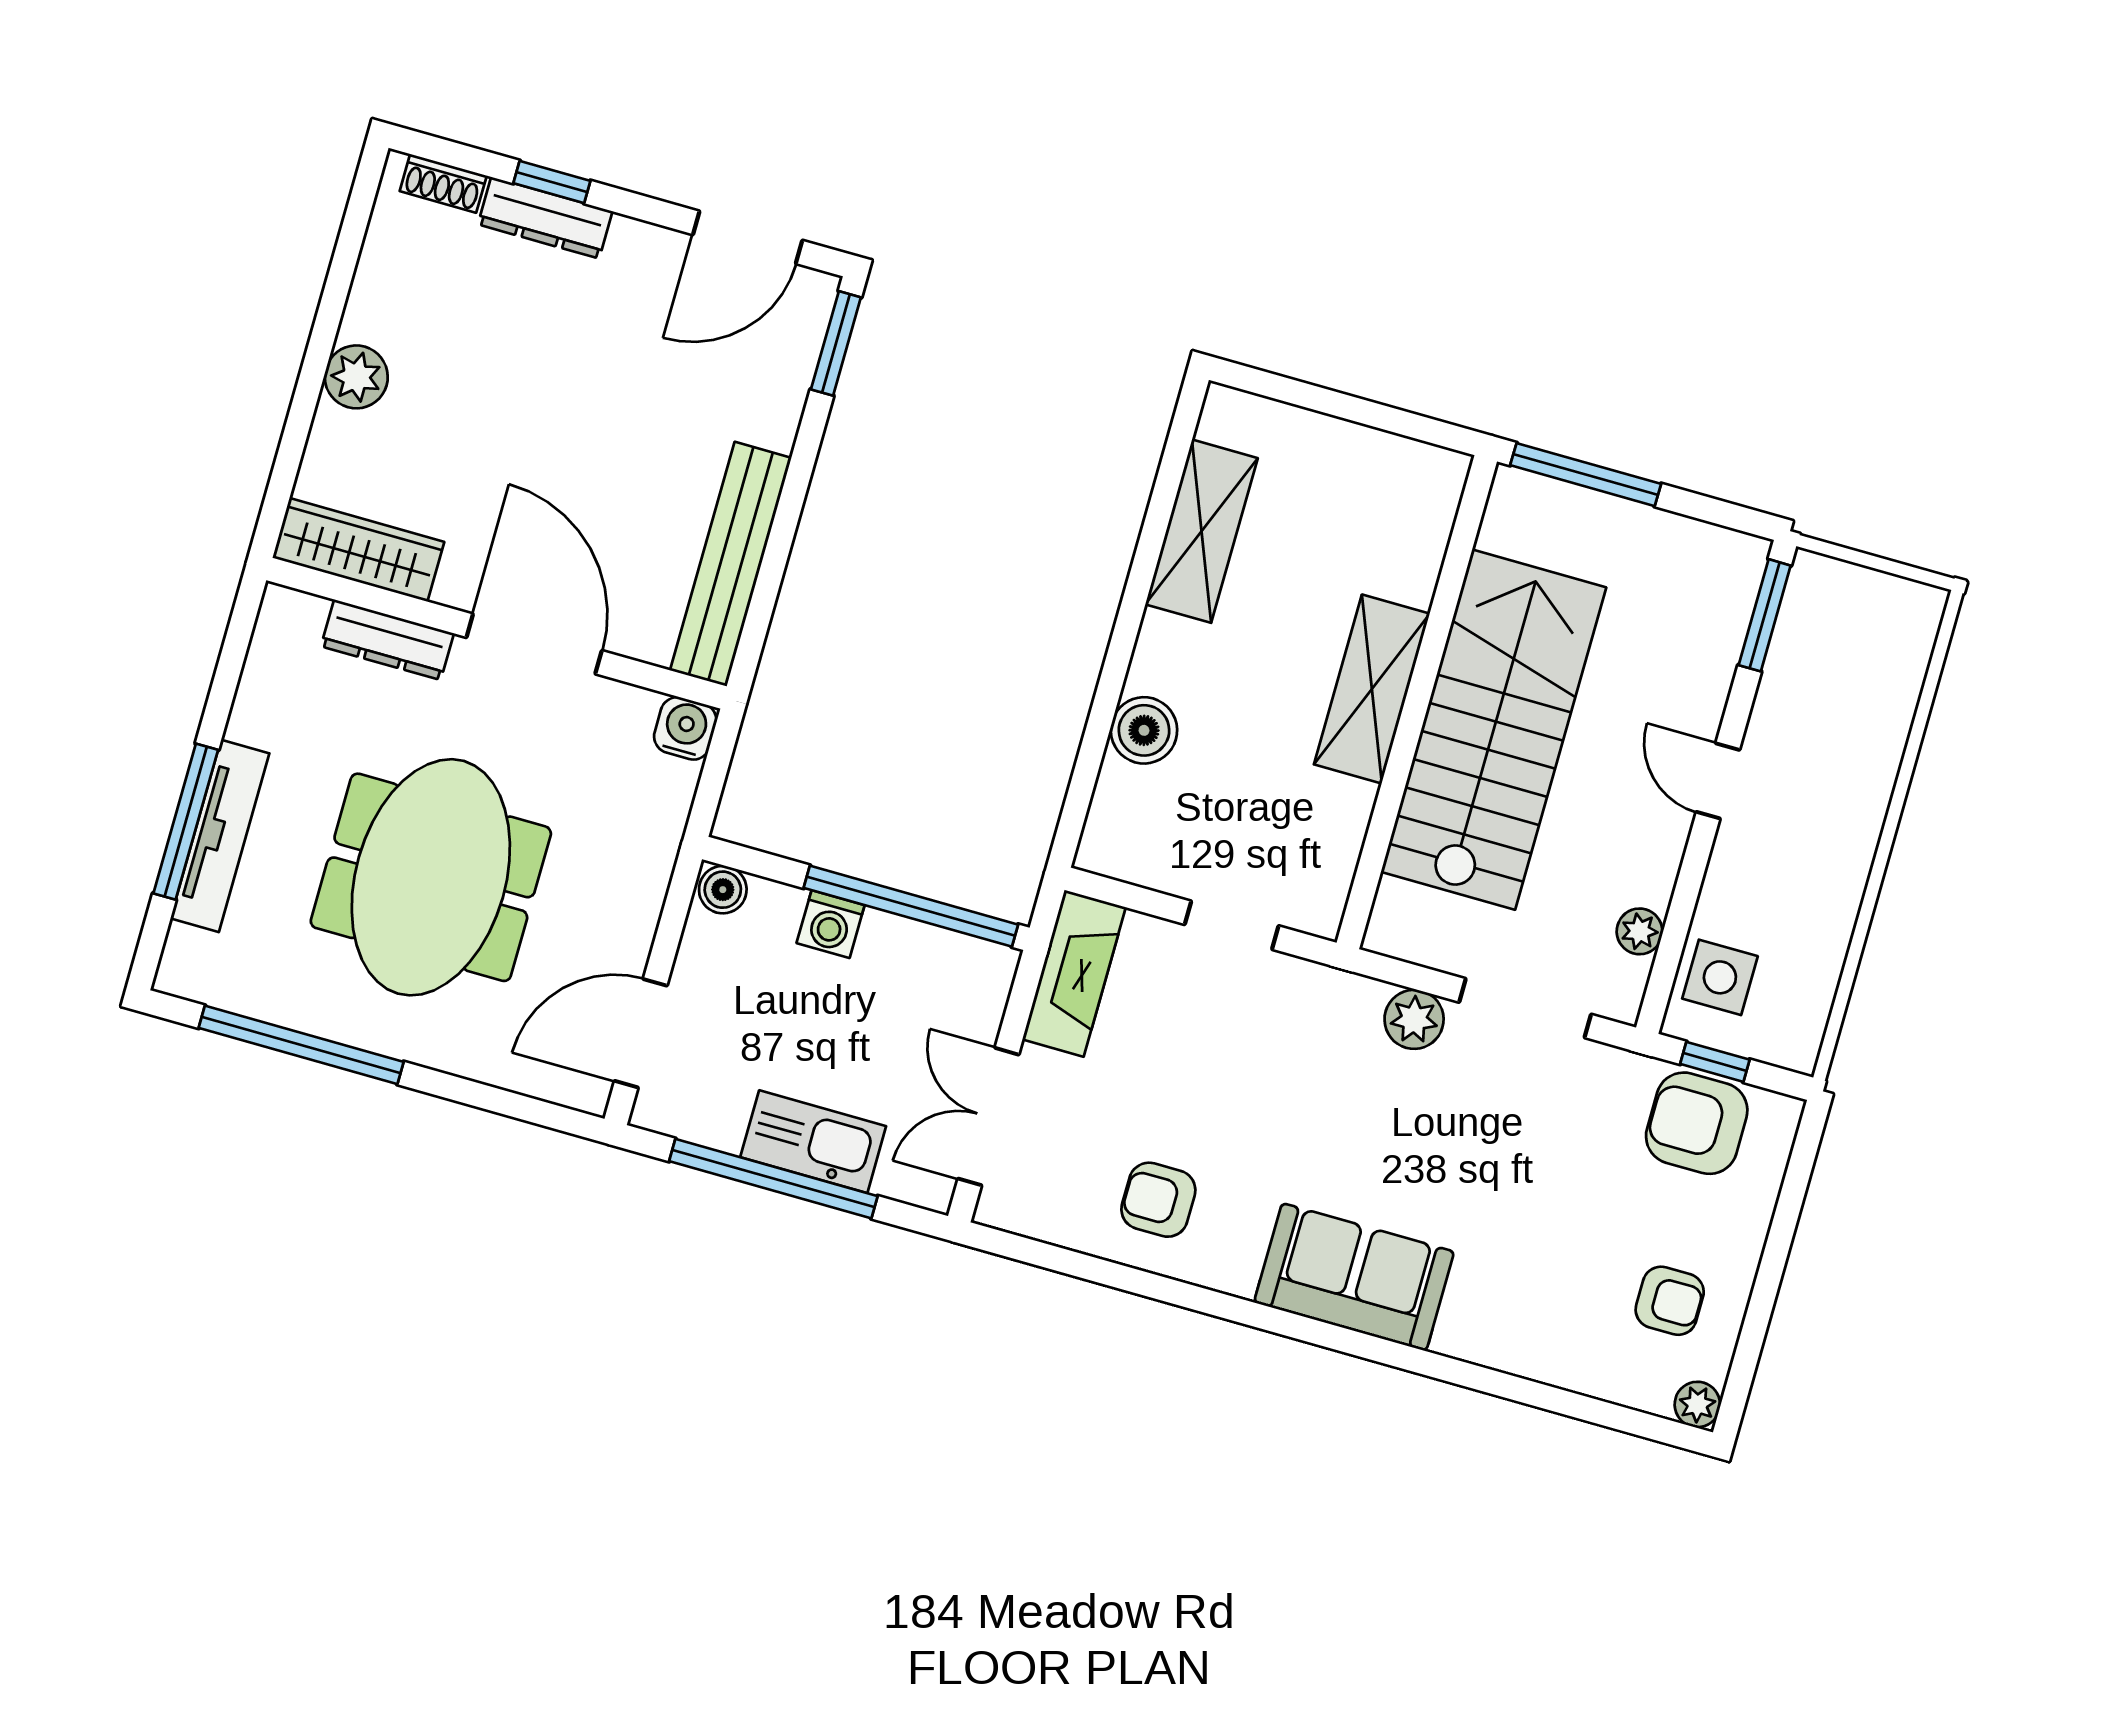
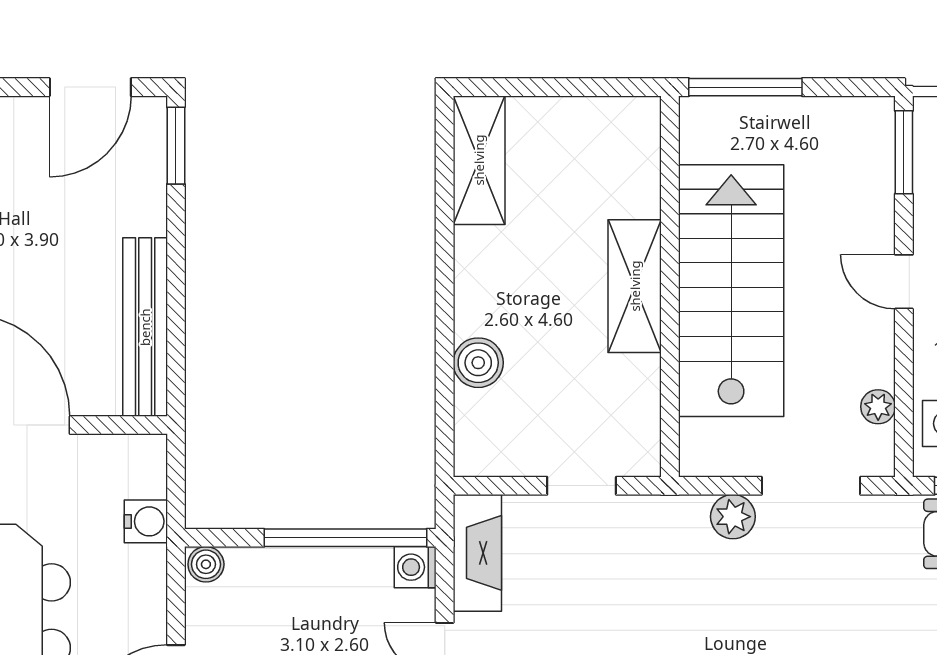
shelving: (1202, 531) -> (479, 160), moved
water cooler: (685, 728) -> (146, 521), moved, turned 90
washing machine: (831, 924) -> (415, 567), moved, turned 90

